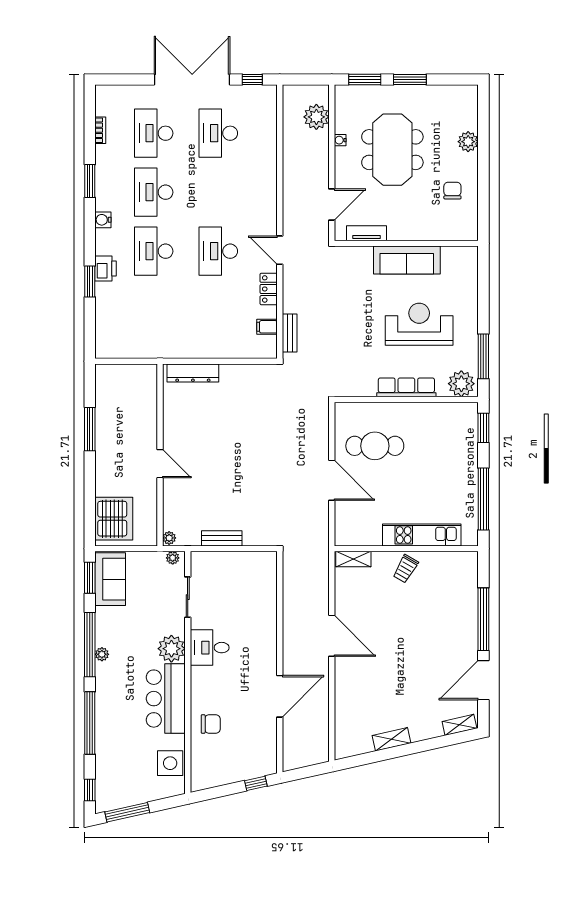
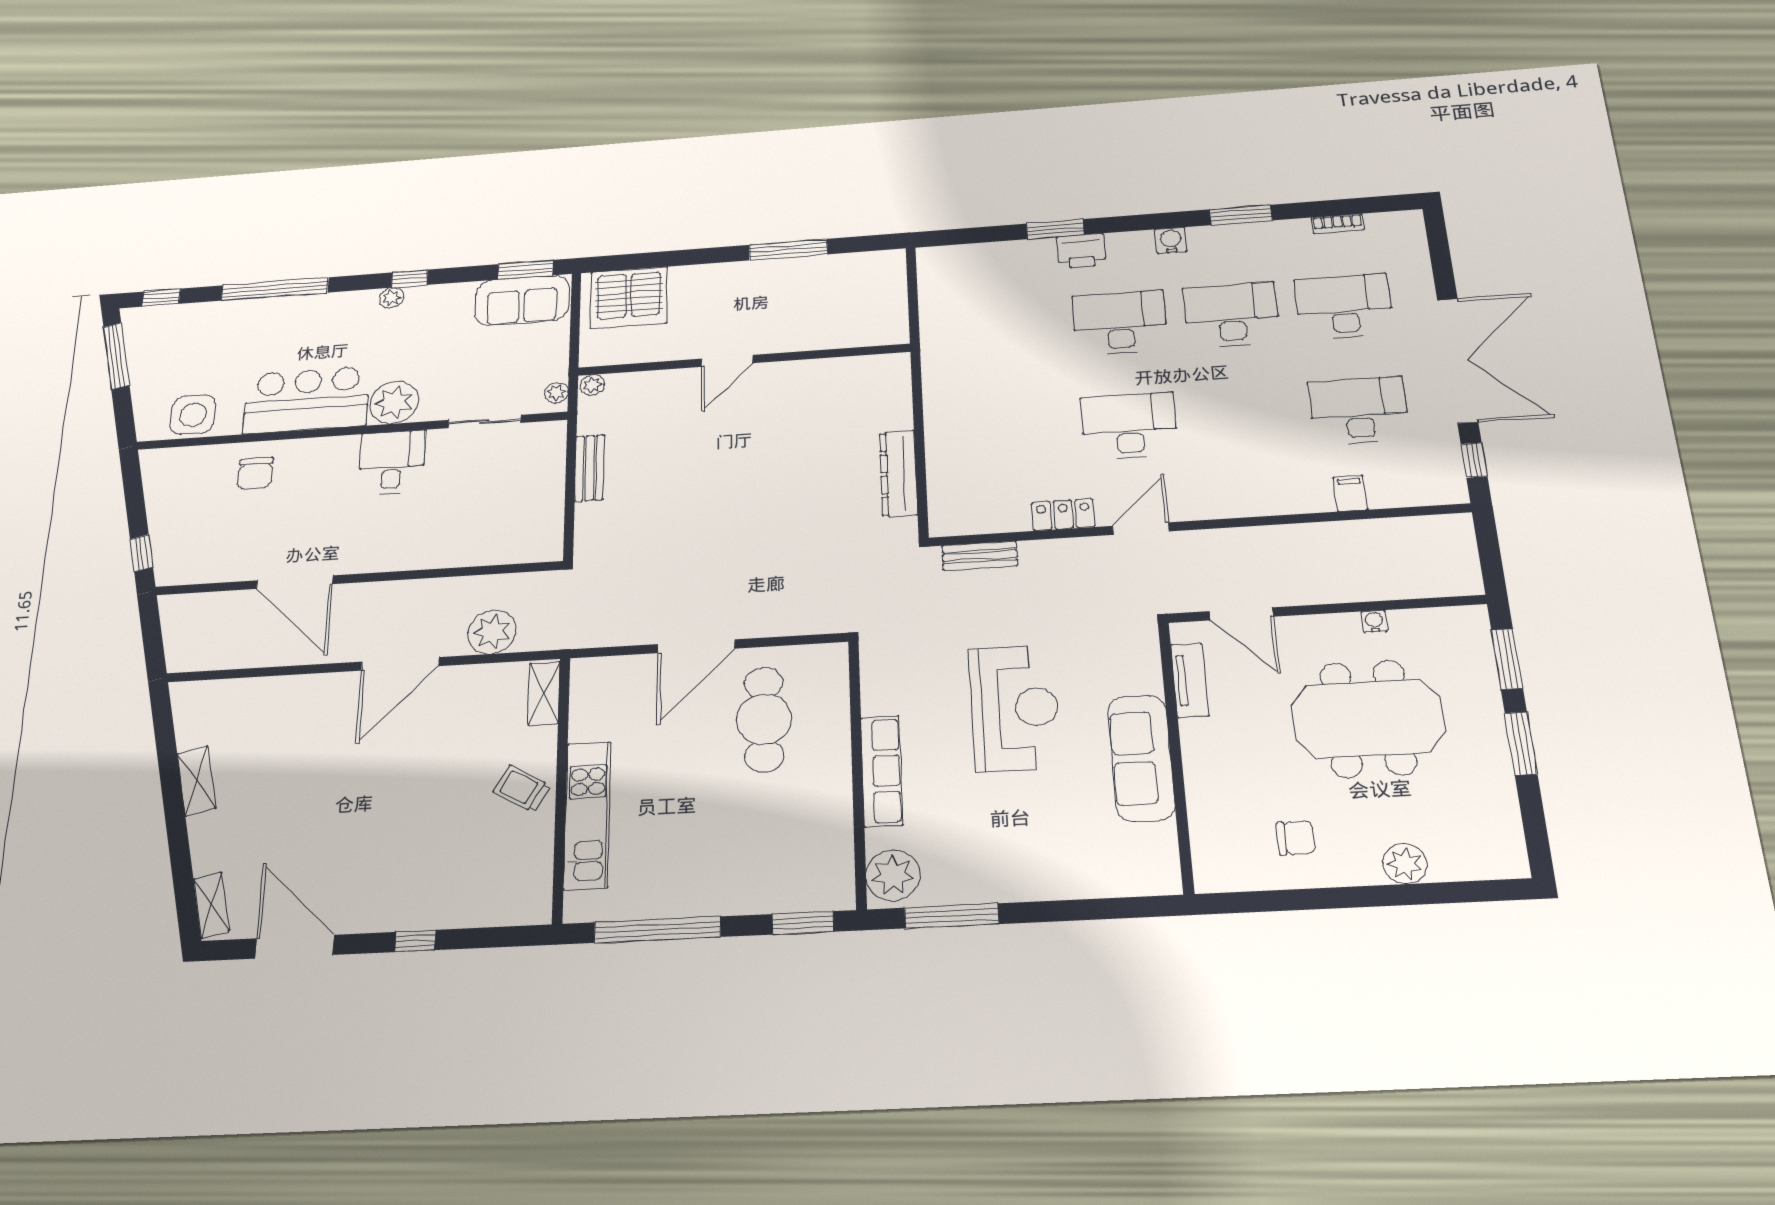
plant: (316, 117) -> (492, 632), moved
reception desk: (419, 324) -> (1014, 708), moved
filing cabinet: (267, 327) -> (1350, 493), moved
dresser: (193, 373) -> (898, 473), moved
window: (483, 619) -> (415, 941), width x0.32
window: (90, 645) -> (409, 279), width x0.32

